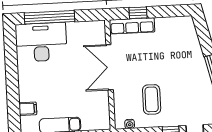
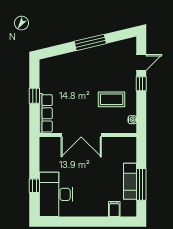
window: (138, 13) -> (34, 96), moved
window: (49, 17) -> (34, 186), width x0.32

